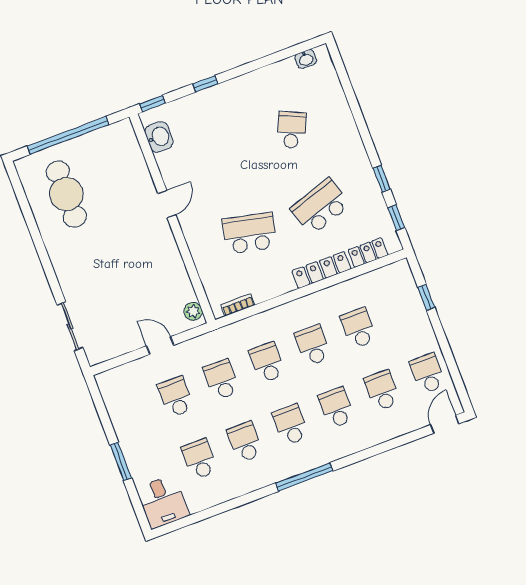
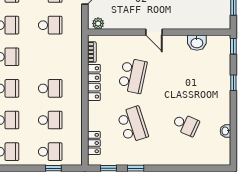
washbasin: (306, 59) -> (226, 131), moved
washbasin: (159, 137) -> (197, 43), moved
door: (167, 204) -> (154, 32), moved
locker: (321, 270) -> (94, 82), moved
school desk: (267, 362) -> (50, 152), moved

